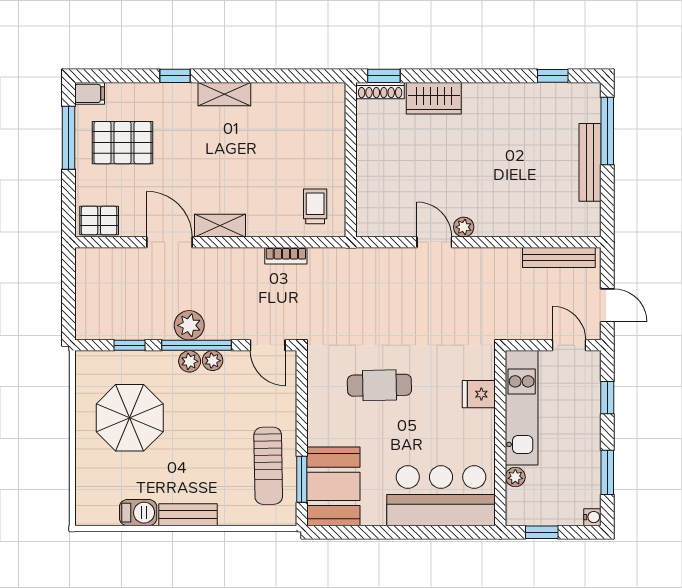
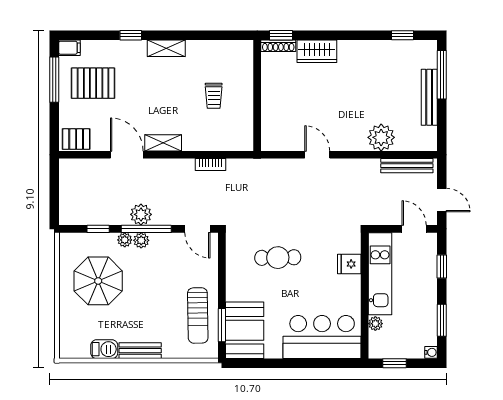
trolley: (315, 206) -> (214, 96), moved, turned 180
plant: (464, 227) -> (381, 137), moved, width x1.88, depth x1.88
plant: (213, 361) -> (125, 240), moved

